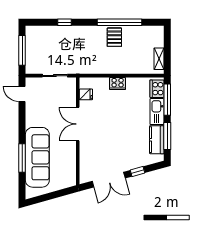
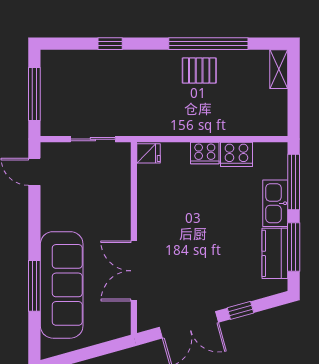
pallet: (114, 37) -> (199, 71), turned 90
shelving: (159, 59) -> (279, 69), moved
cooker: (157, 89) -> (236, 154), moved, turned -90
fridge: (86, 94) -> (149, 153), moved
double door: (78, 124) -> (134, 271), moved

